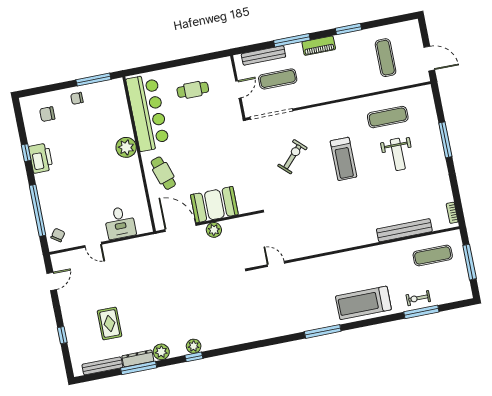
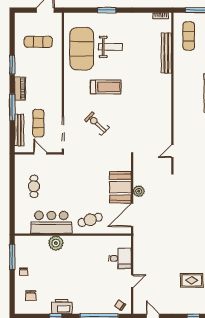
bar counter: (148, 113) -> (51, 222), width x0.73
exercise mat: (388, 117) -> (82, 49), width x2.00, depth x1.45
window: (445, 140) -> (107, 10), width x0.69
plant: (126, 147) -> (56, 243), moved

